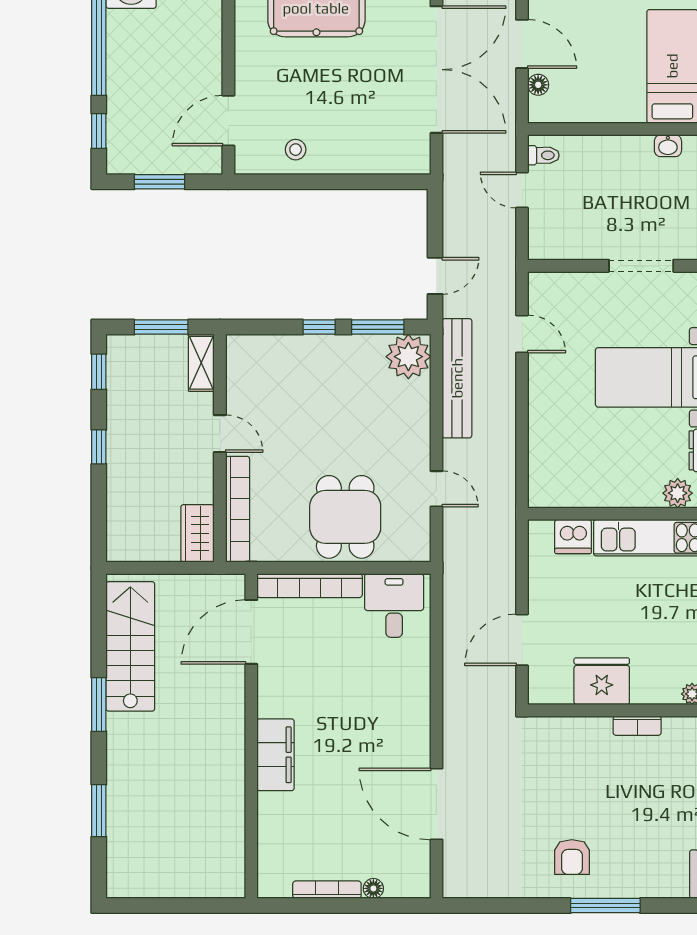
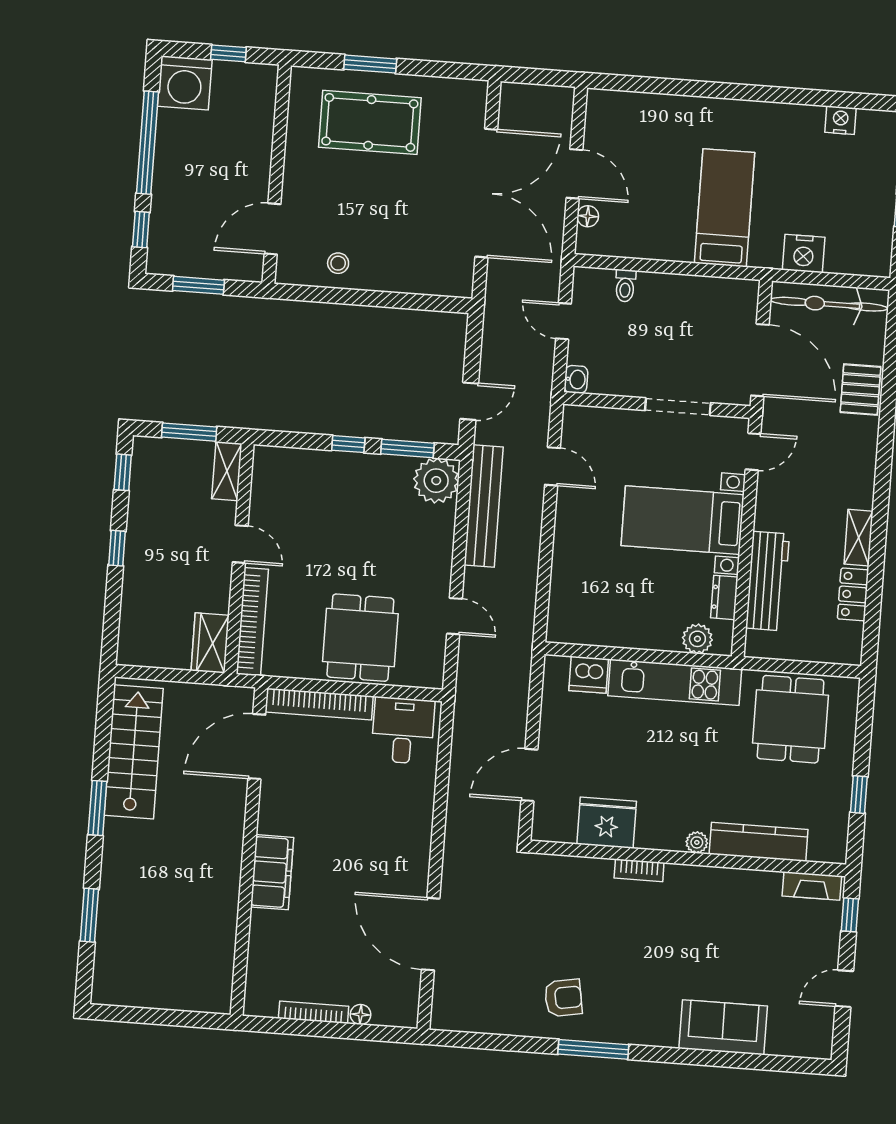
washbasin: (668, 146) -> (576, 379), moved, turned -90
toilet: (543, 155) -> (625, 286), moved, turned 90
armchair: (572, 857) -> (563, 998), turned -100

